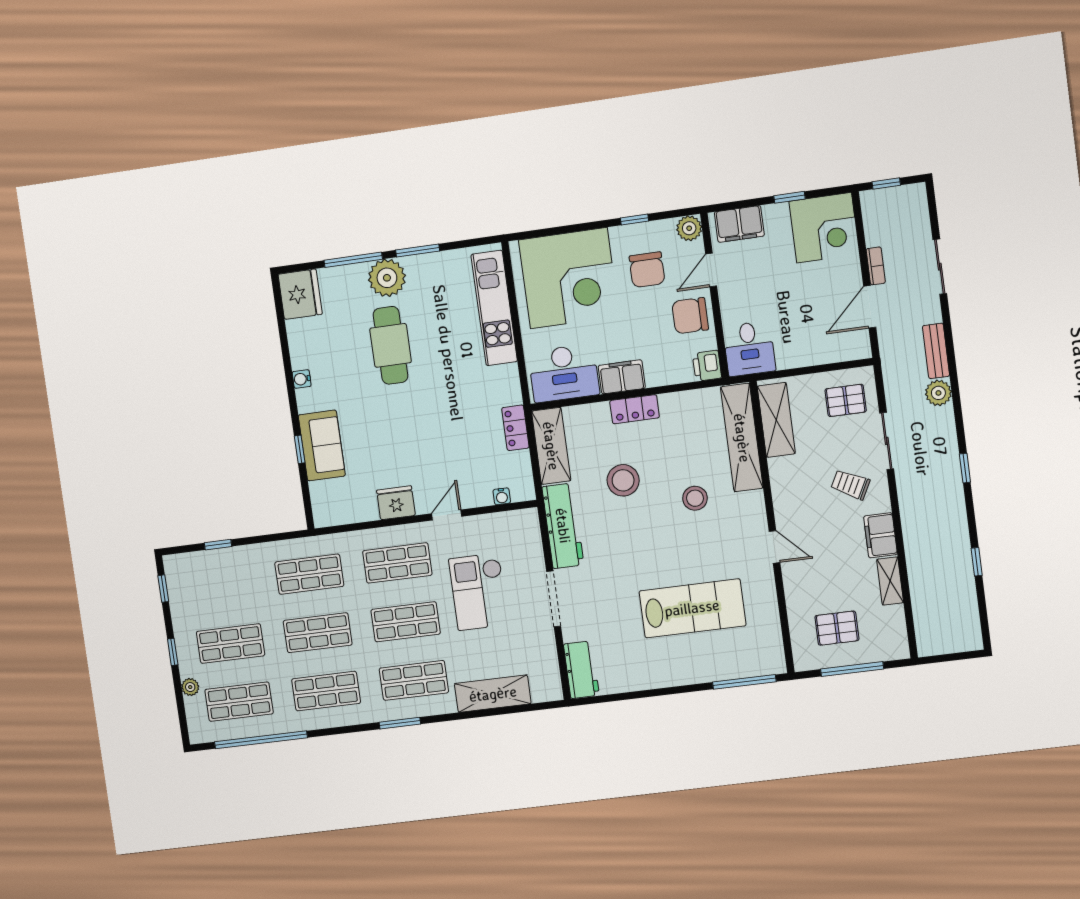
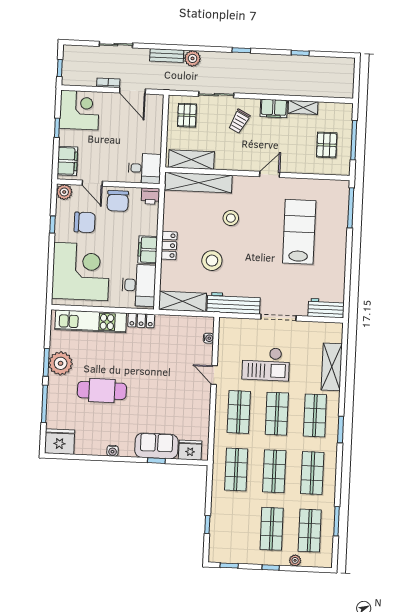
plant: (387, 278) -> (61, 363), moved
locker: (515, 428) -> (141, 320), moved
fridge: (396, 503) -> (190, 450), moved, turned 90
window: (261, 740) -> (336, 521), width x0.47

